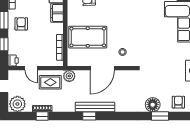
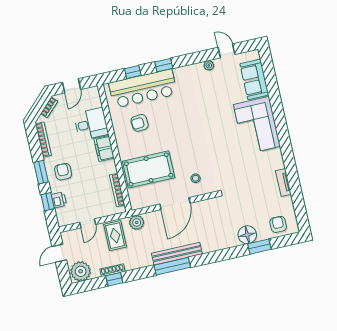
printer: (13, 60) -> (59, 200), moved
door: (31, 68) -> (88, 223), hinge flipped
rug: (50, 82) -> (115, 236), turned 90
window: (89, 116) -> (172, 266), width x2.17

